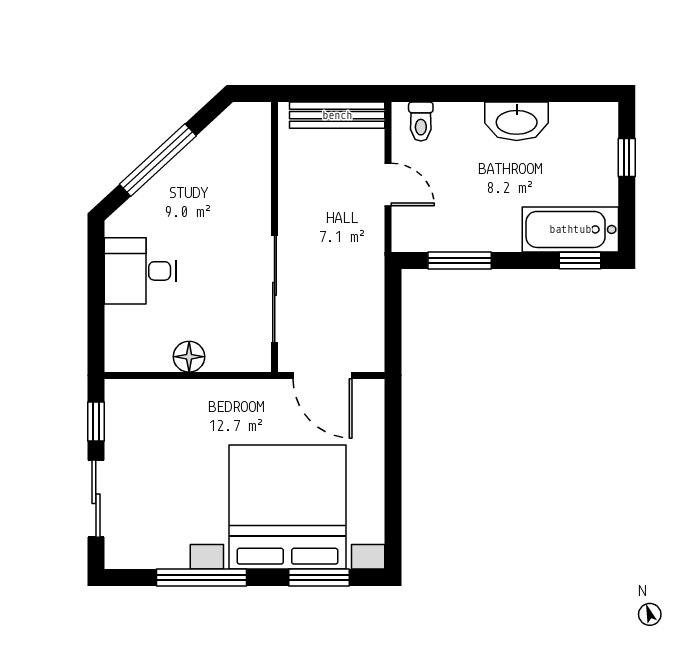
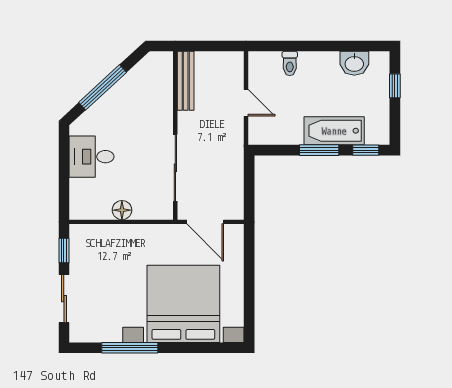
bench: (337, 115) -> (186, 81), moved, turned 90
washbasin: (517, 121) -> (354, 63), moved, width x0.72
toilet: (421, 122) -> (290, 63), moved
bathtub: (570, 229) -> (334, 131), moved
window: (460, 260) -> (319, 150), moved
window: (319, 578) -> (203, 348), removed

